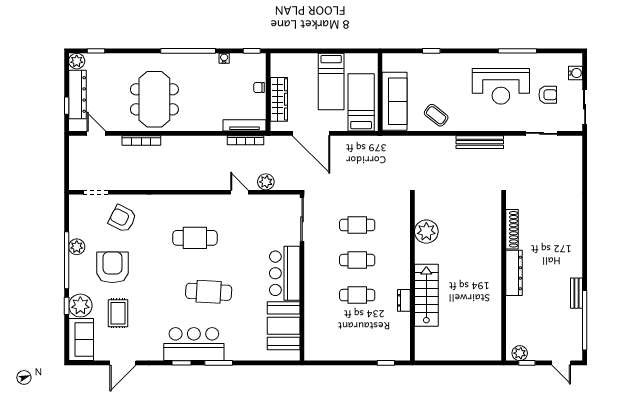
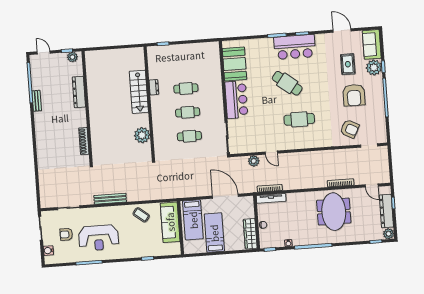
reception desk: (501, 86) -> (99, 238), turned 180
wardrobe: (279, 99) -> (250, 234), moved
plant: (77, 247) -> (379, 107), removed
dresser: (514, 273) -> (79, 92), moved
cafe table: (209, 292) -> (287, 83), turned 35
door: (123, 363) -> (342, 31), hinge flipped

